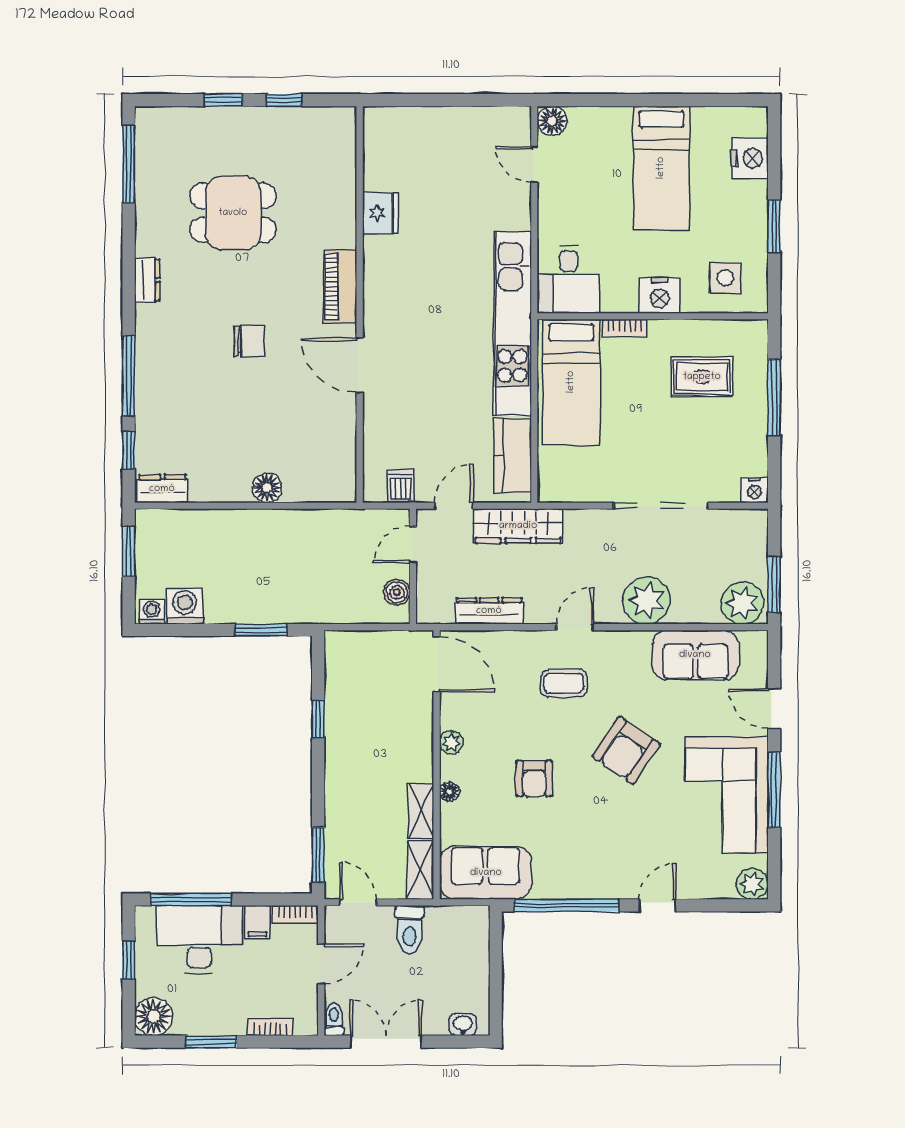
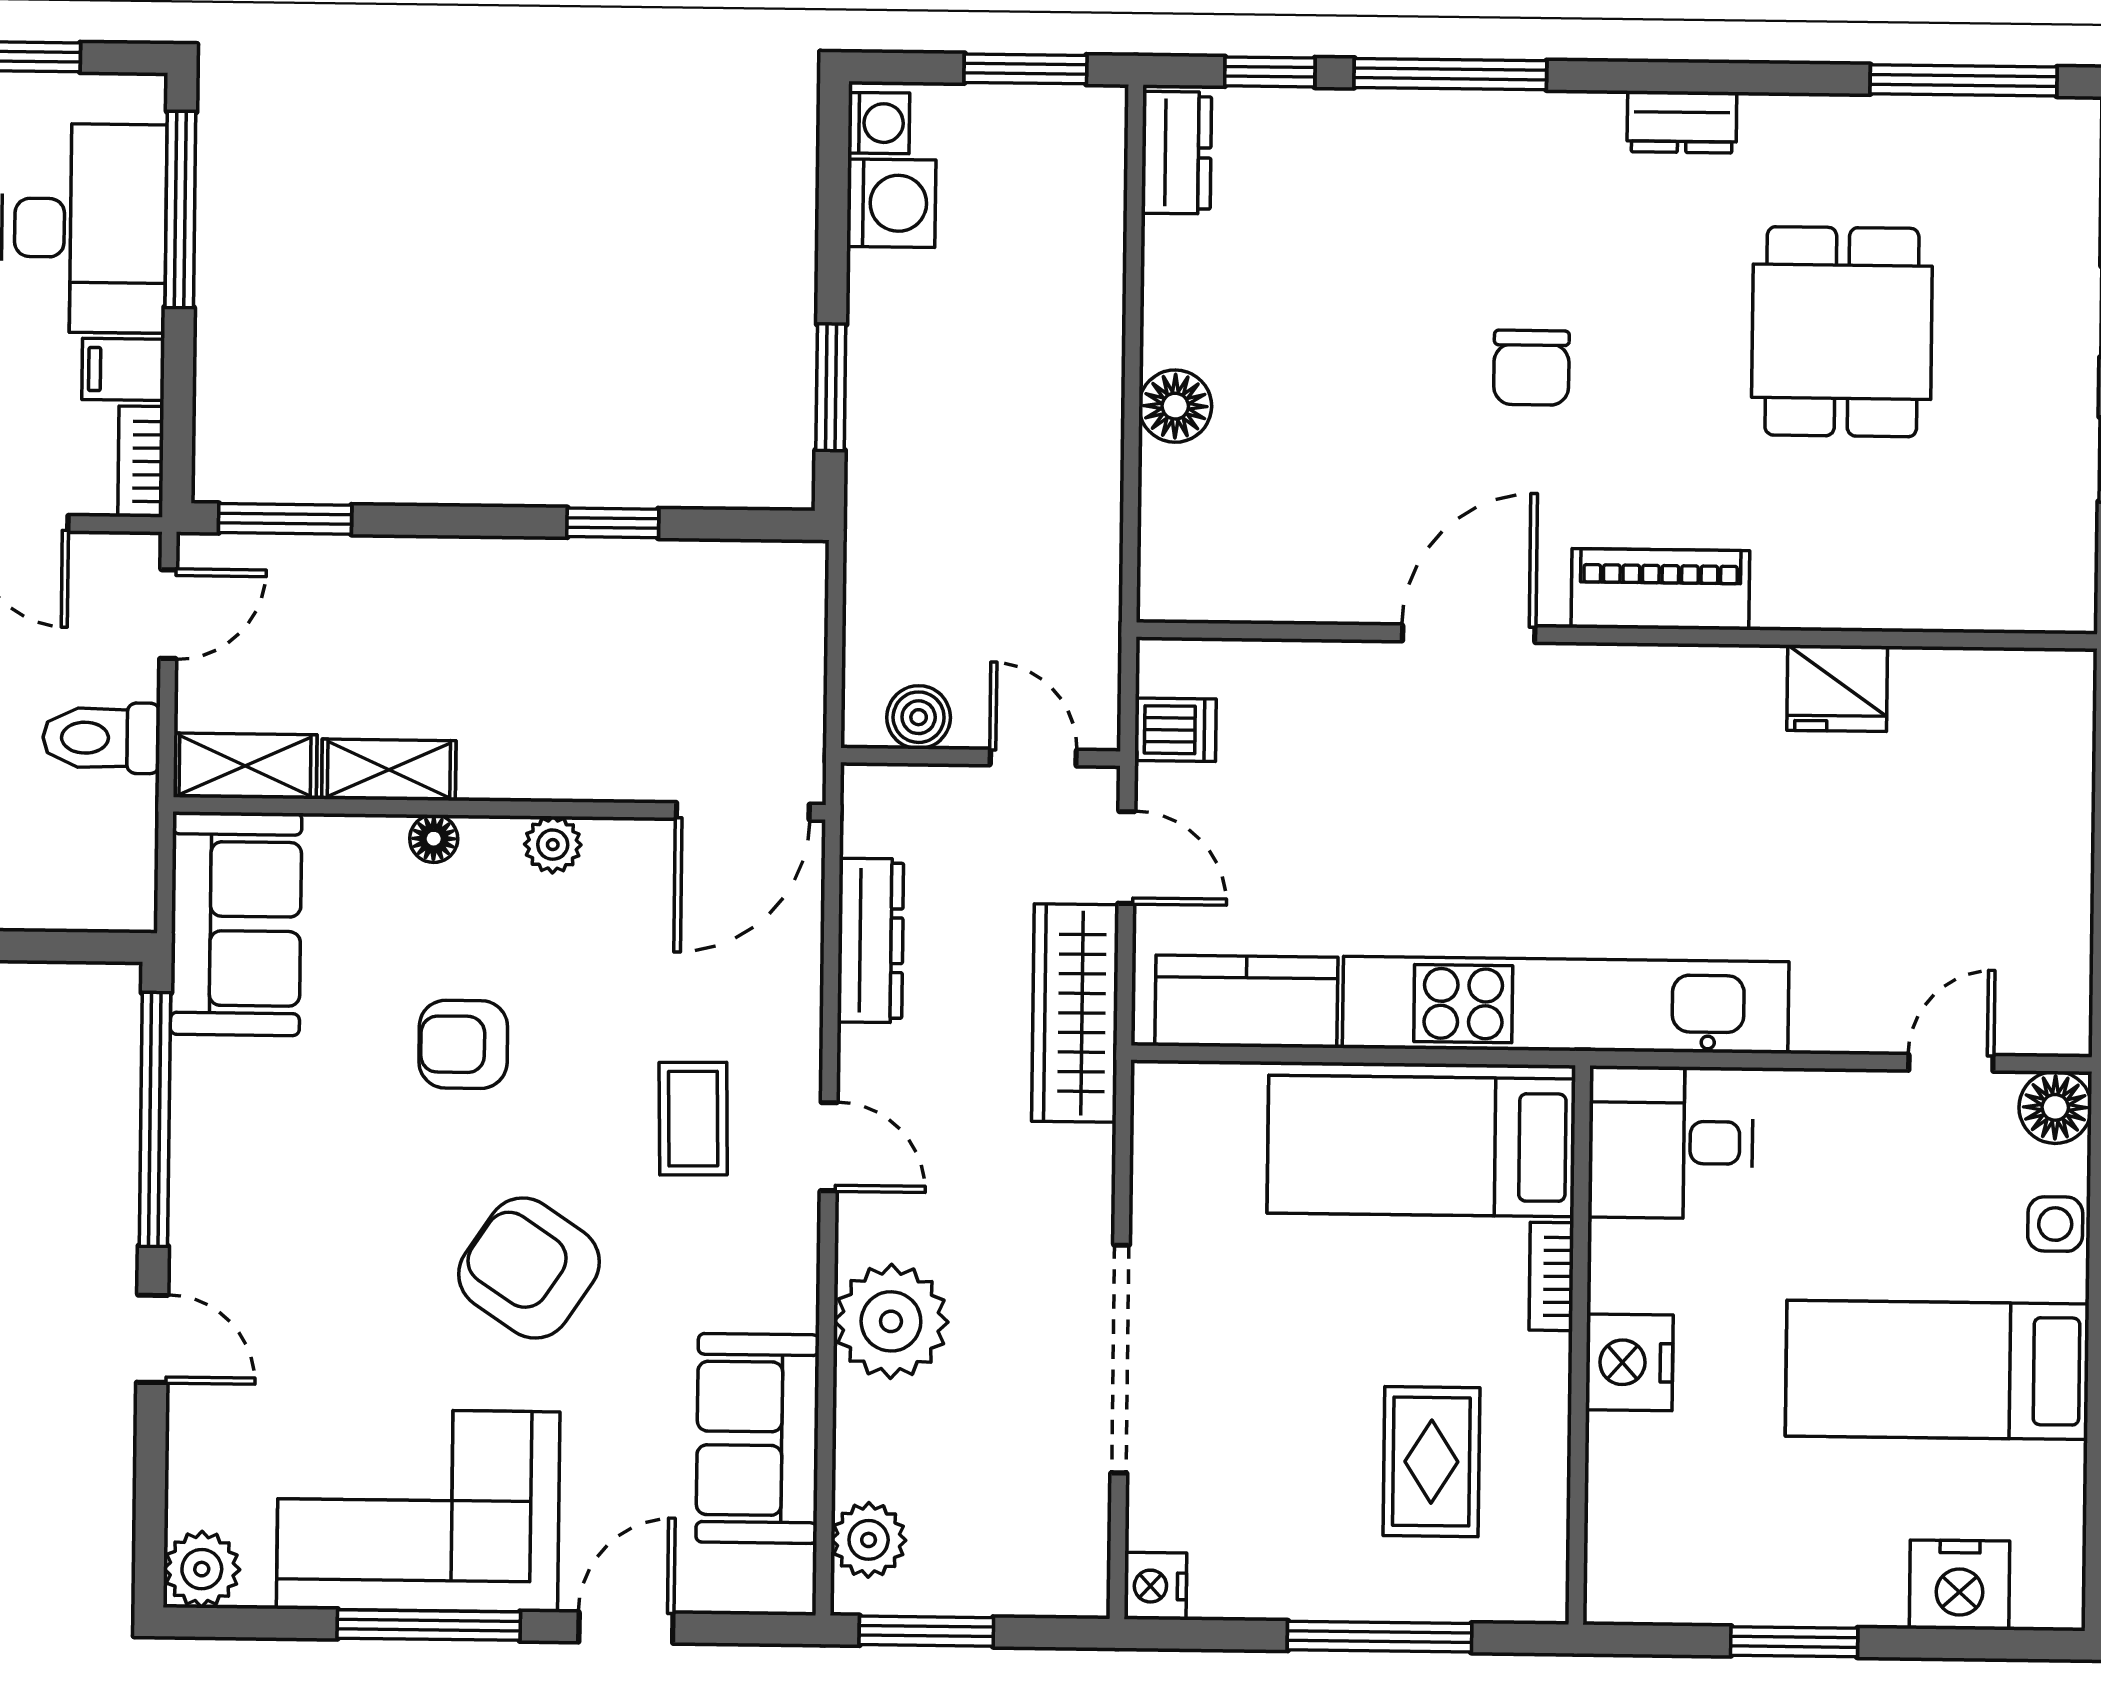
side table: (725, 278) -> (2055, 1224), moved, width x0.73, depth x0.73
plant: (742, 603) -> (869, 1540), width x0.73, depth x0.73

